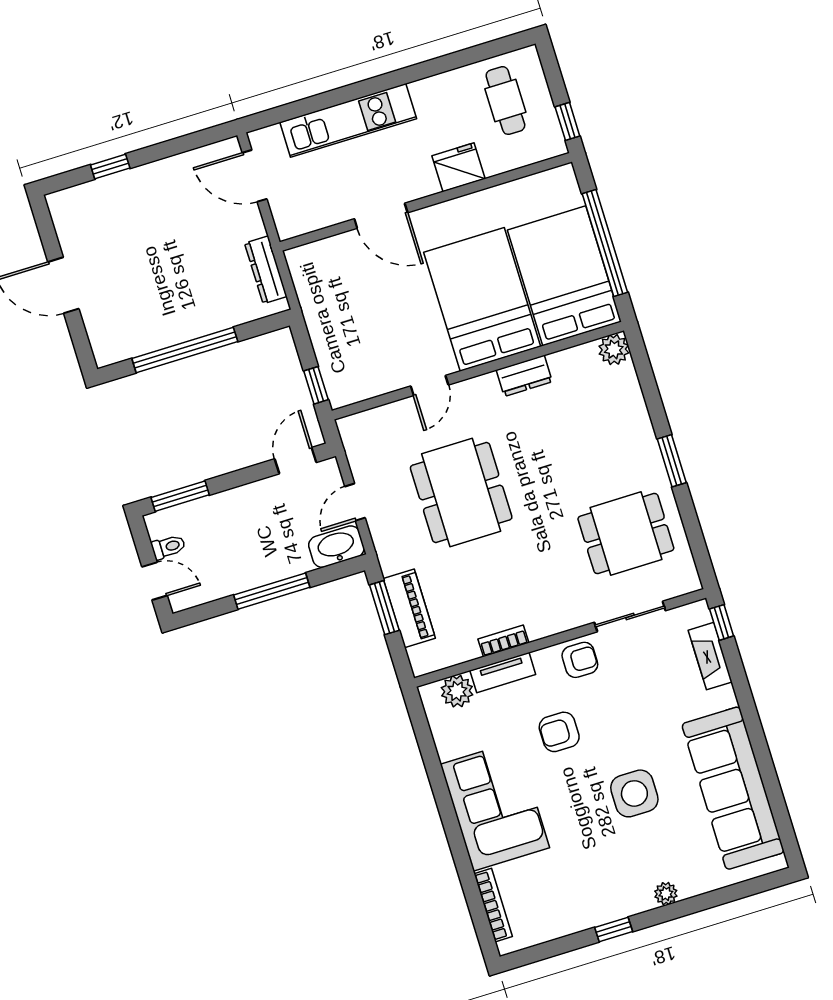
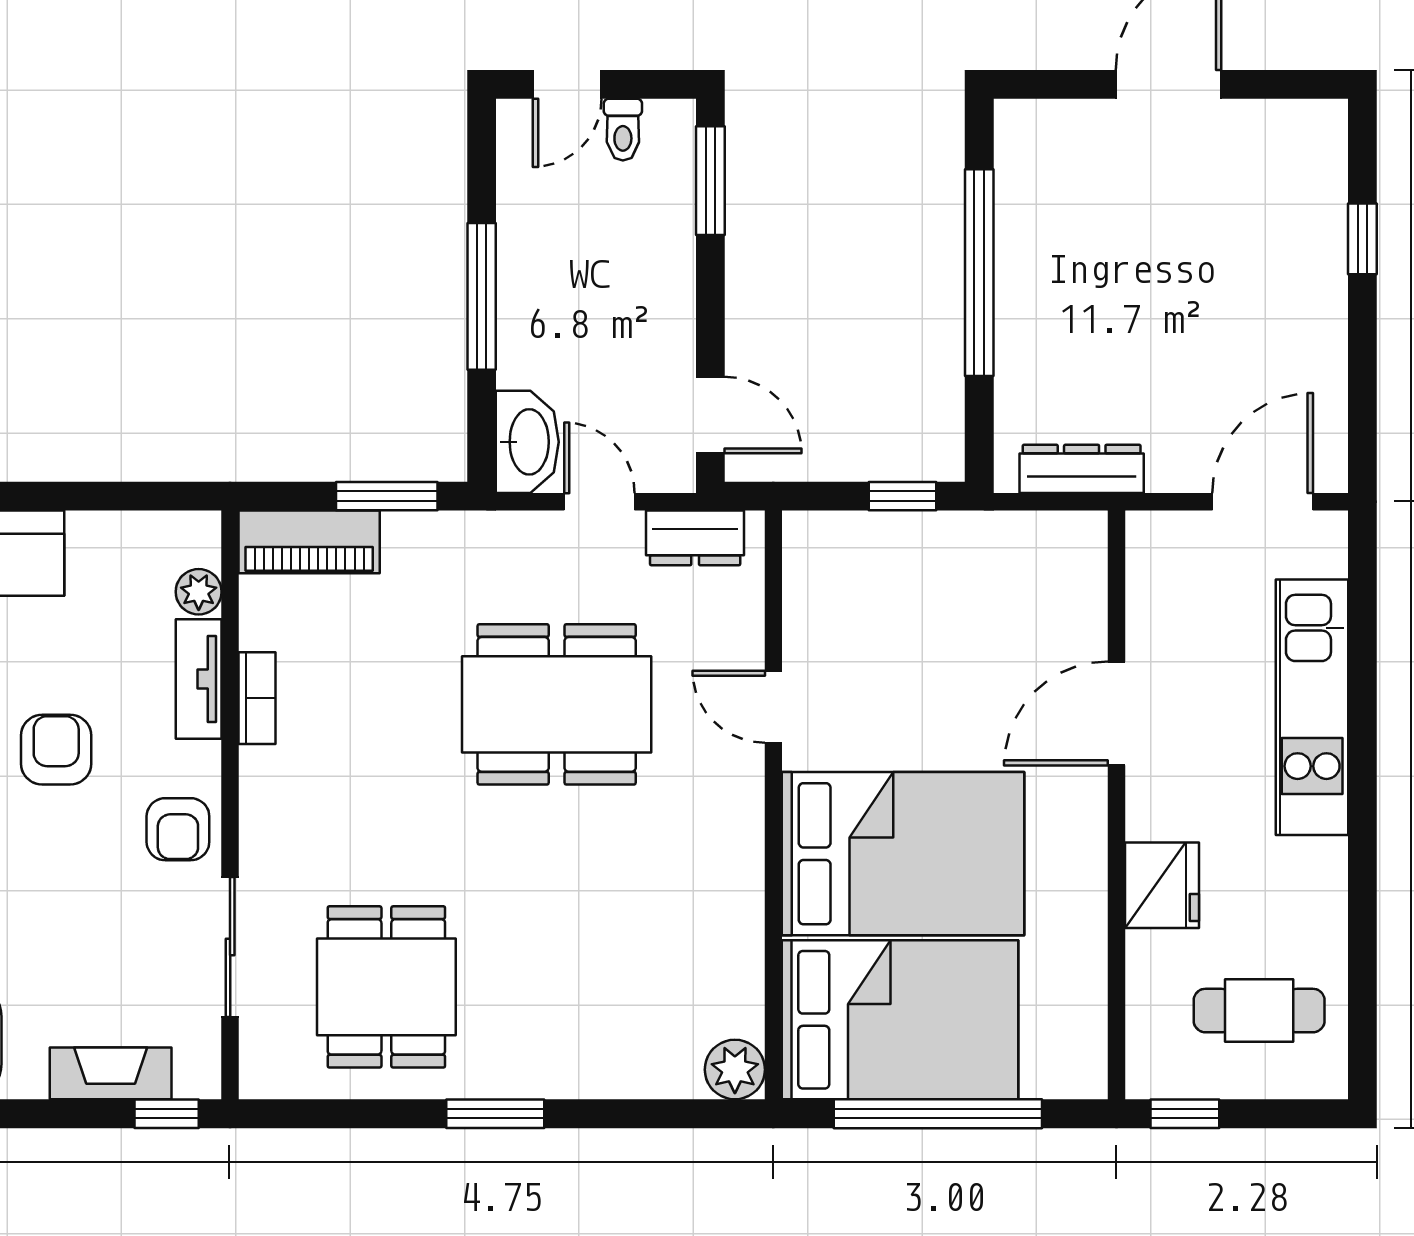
dresser: (524, 376) -> (695, 538), moved, turned -90
window: (316, 385) -> (903, 496), moved
piano: (409, 608) -> (309, 542), moved
plant: (457, 691) -> (199, 592), width x0.73, depth x0.73

